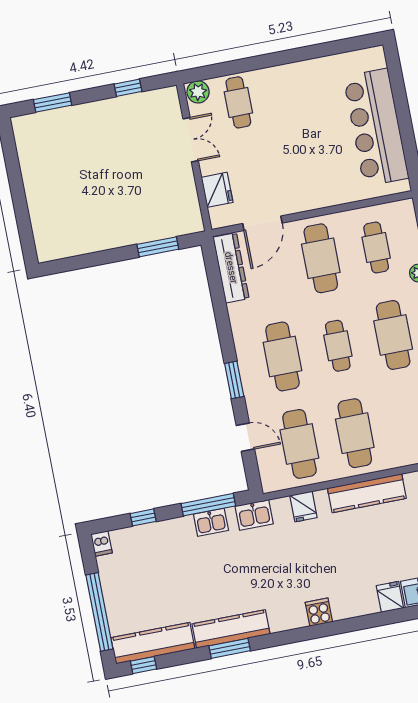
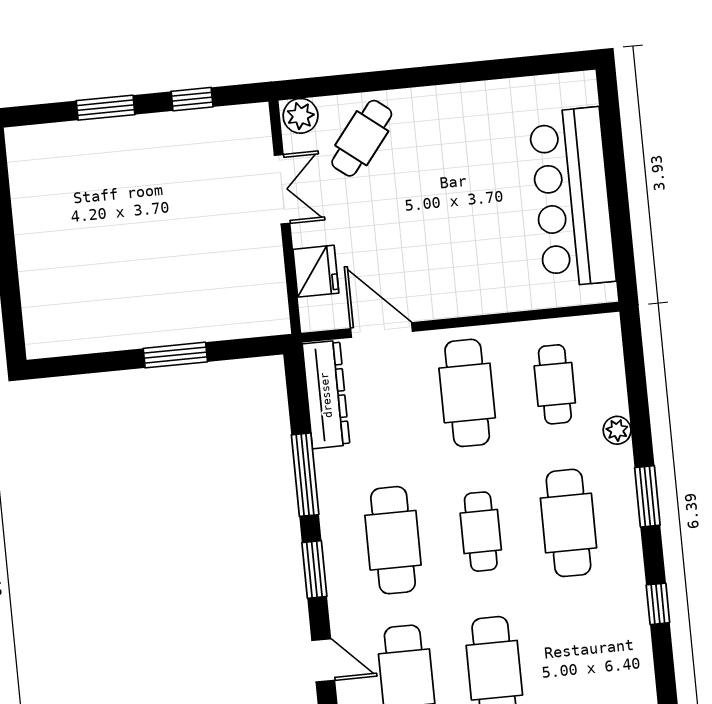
window: (53, 102) -> (106, 108), moved
cafe table: (238, 102) -> (362, 138), turned 38
door: (262, 223) -> (381, 330), swing flipped
window: (158, 247) -> (175, 355), moved
window: (223, 320) -> (305, 475), added

